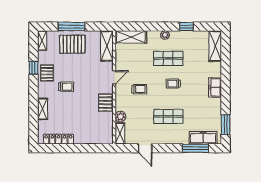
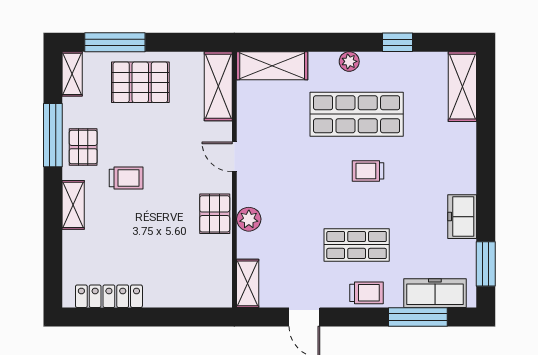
window: (71, 26) -> (115, 42), moved
shop shelf: (168, 58) -> (357, 114), width x1.43, depth x1.36
window: (34, 68) -> (53, 135), width x2.17
door: (114, 77) -> (234, 157), swing flipped
freezer: (215, 87) -> (462, 217), moved
trolley: (139, 89) -> (367, 293), moved
shelving: (43, 109) -> (73, 205), moved
plant: (120, 117) -> (249, 219), moved

